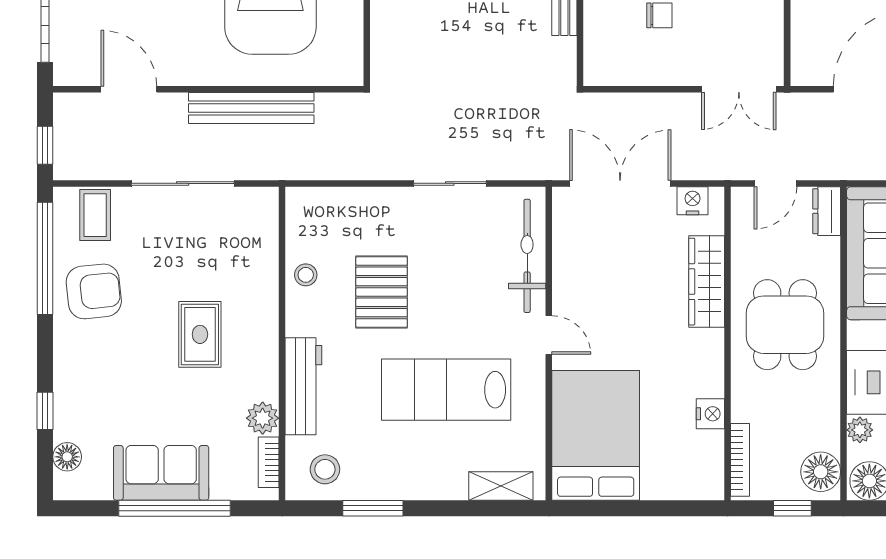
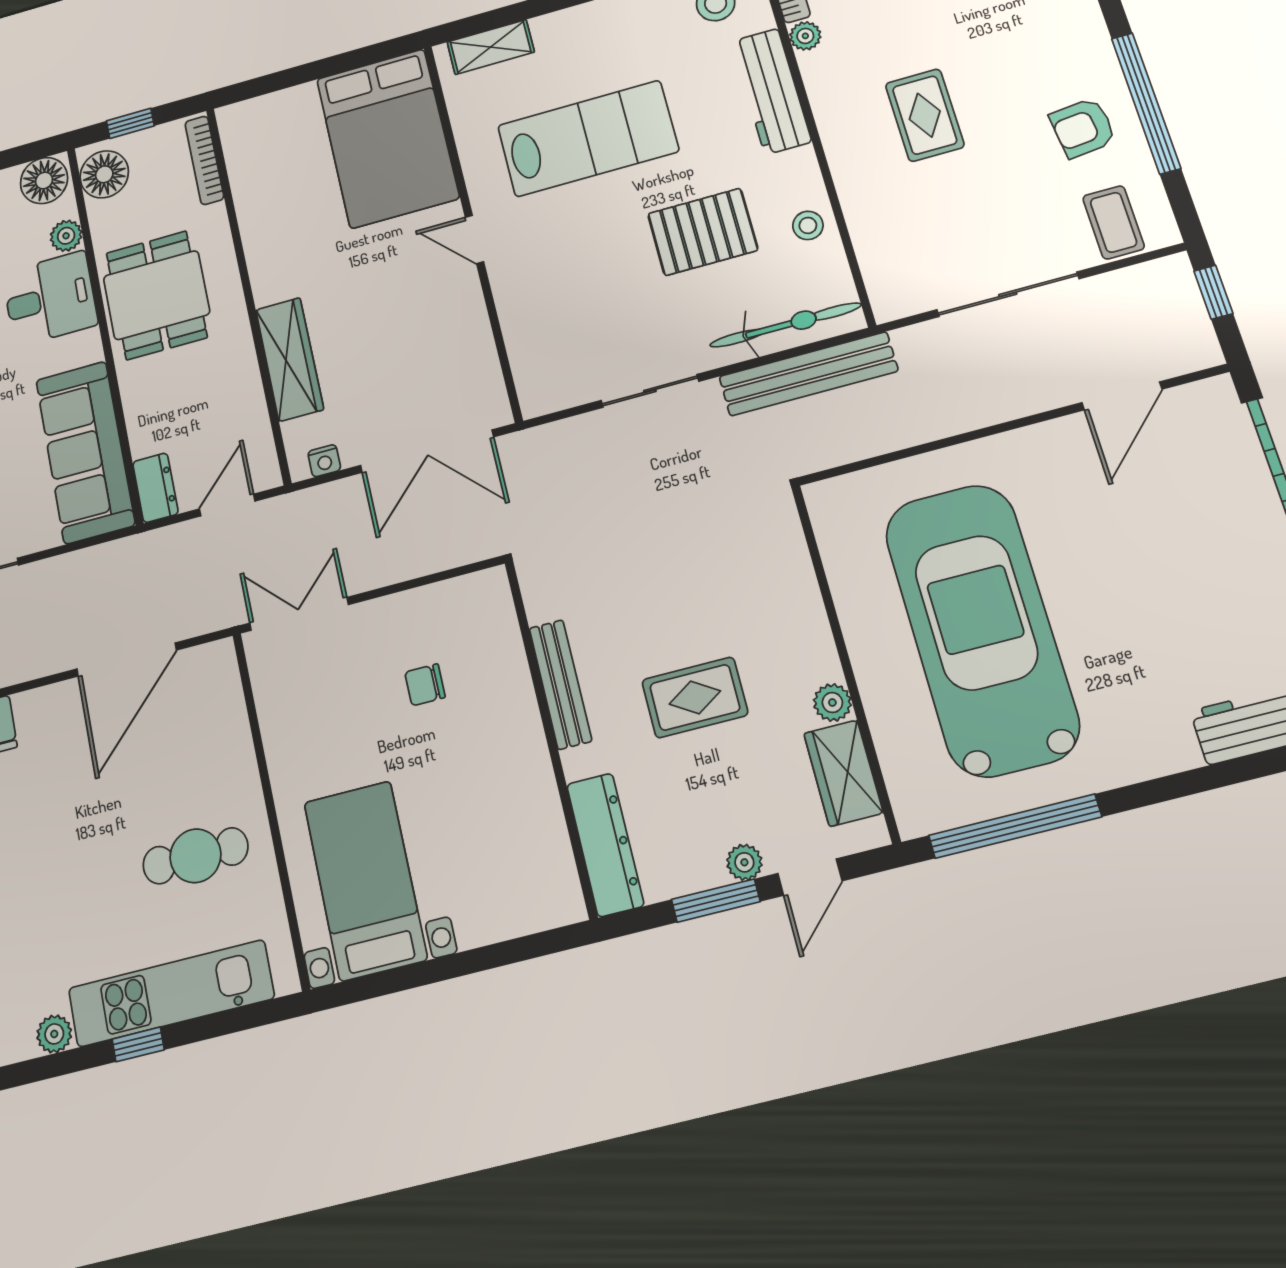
door: (129, 89) -> (1122, 396), hinge flipped
bench: (251, 108) -> (808, 374), moved
nightstand: (693, 201) -> (324, 461), width x0.72, depth x0.74
bicycle: (527, 256) -> (785, 325), moved, turned -90
window: (45, 258) -> (1146, 103), moved
armchair: (94, 291) -> (1083, 128), width x0.72, depth x0.72
pallet: (382, 292) -> (703, 232), turned 90
dining table: (785, 325) -> (156, 295), moved
nightstand: (710, 414) -> (252, 203), removed
plant: (263, 418) -> (805, 36), width x0.73, depth x0.73

